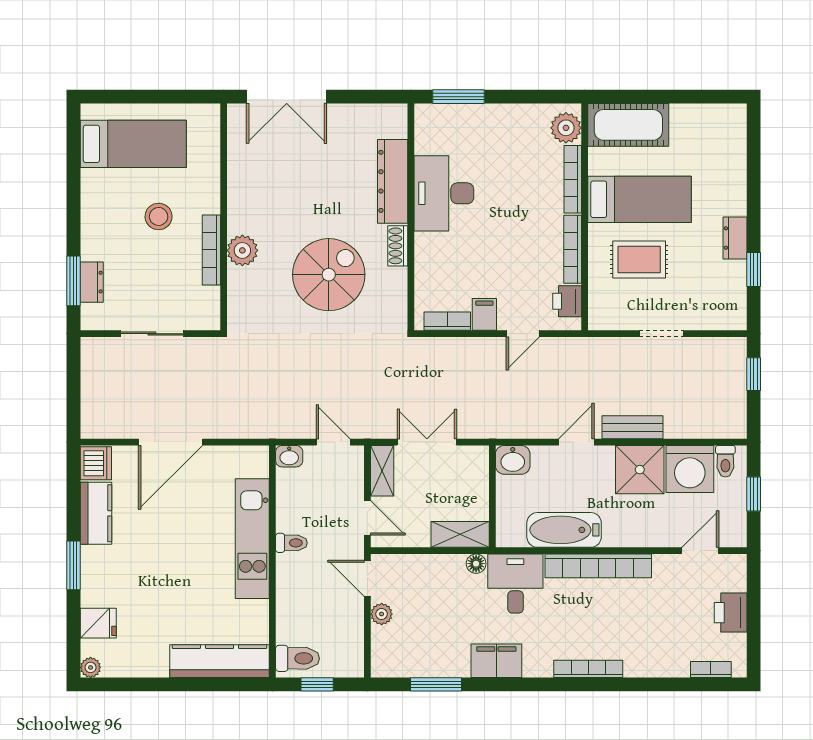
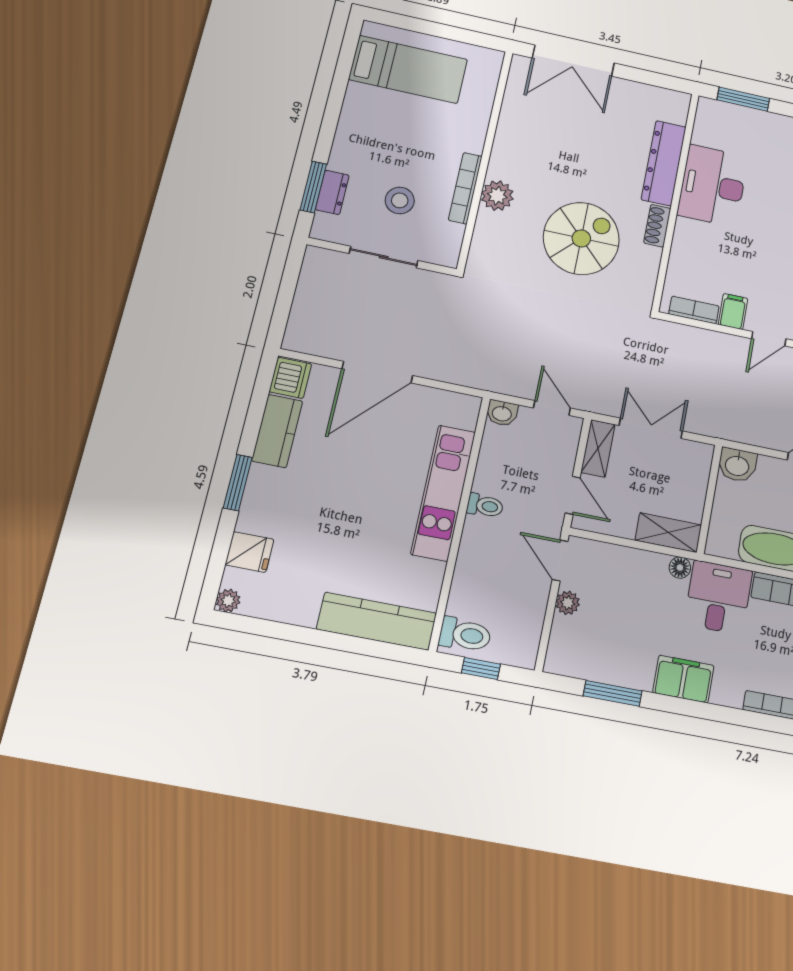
stool: (159, 216) -> (400, 200), moved

